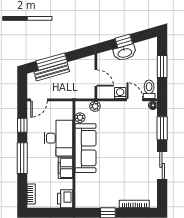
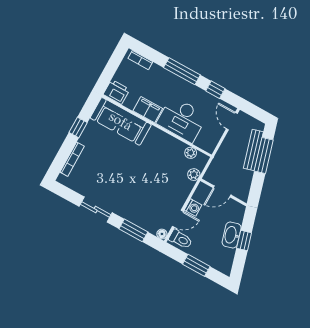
sofa: (85, 148) -> (121, 121), moved

